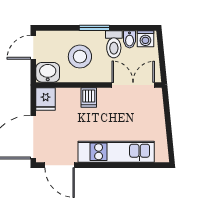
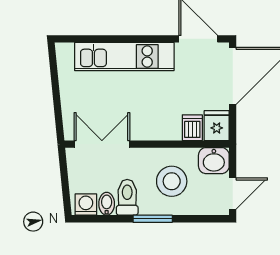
double door: (133, 85) -> (102, 144), swing flipped
dishwasher: (89, 97) -> (192, 128), moved

